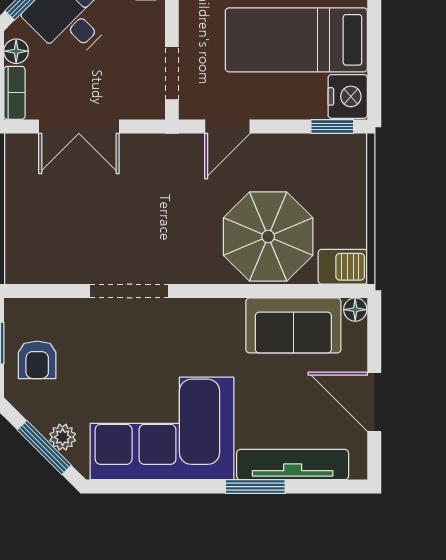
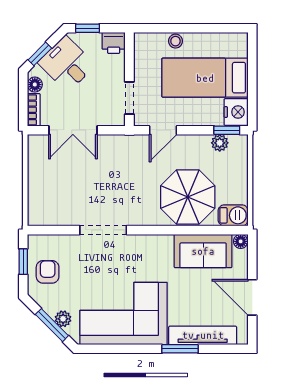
plant: (321, 147) -> (220, 143), added
armchair: (37, 360) -> (48, 272), turned 180

